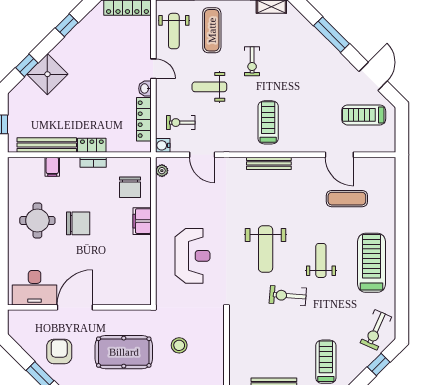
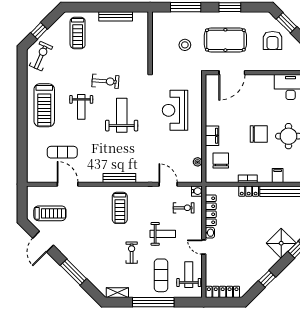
plant: (162, 171) -> (198, 162), moved
chair: (78, 223) -> (259, 134), turned 180
door: (75, 307) -> (232, 73), moved

